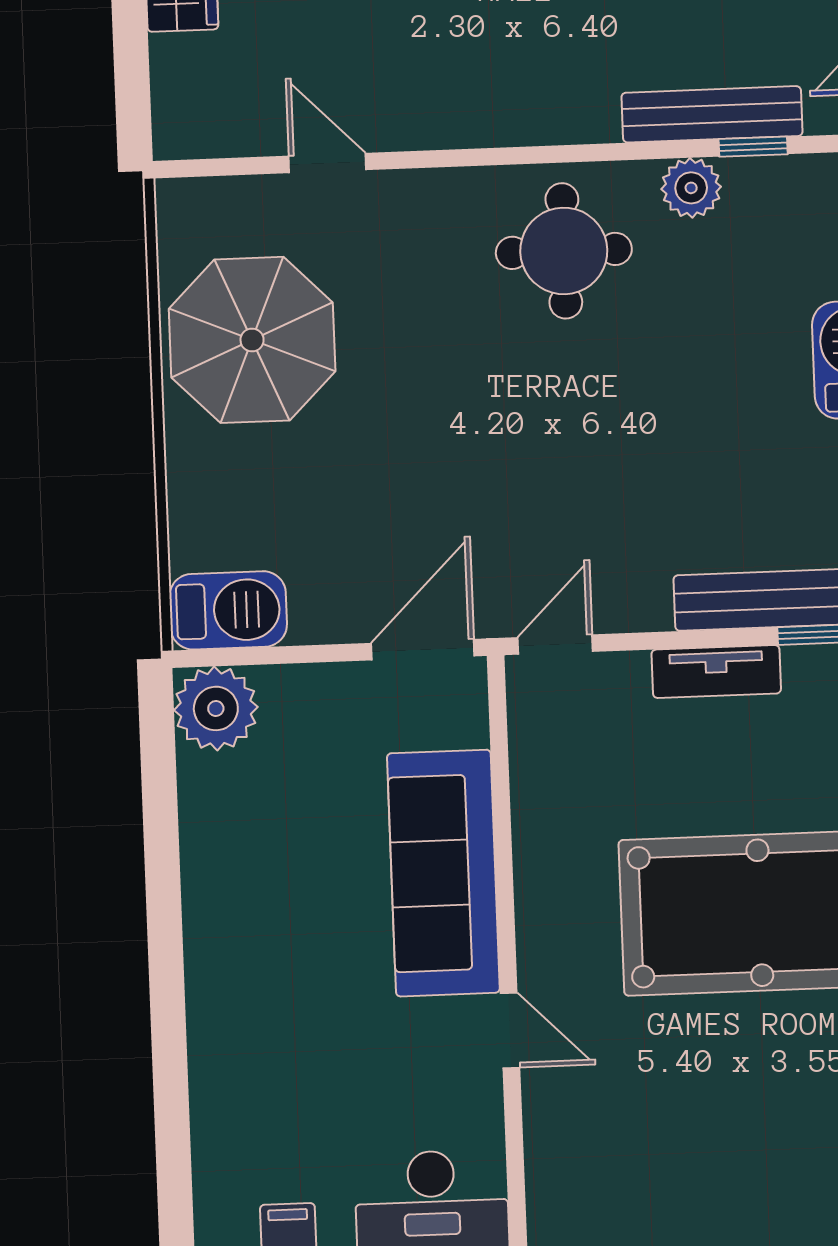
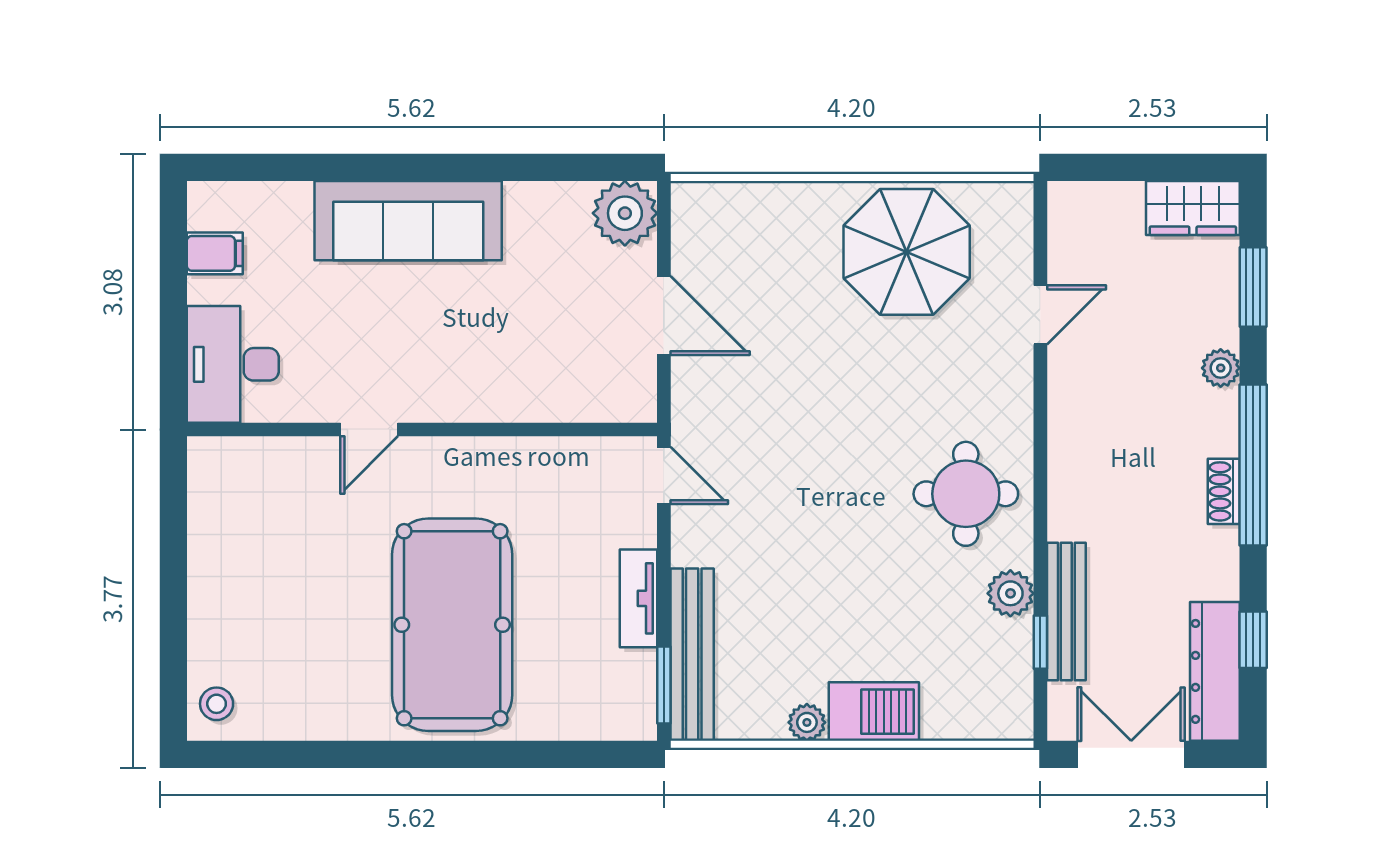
barbecue: (228, 610) -> (700, 226), removed
door: (423, 650) -> (664, 316), moved
sofa: (443, 873) -> (408, 221), moved, turned 180

